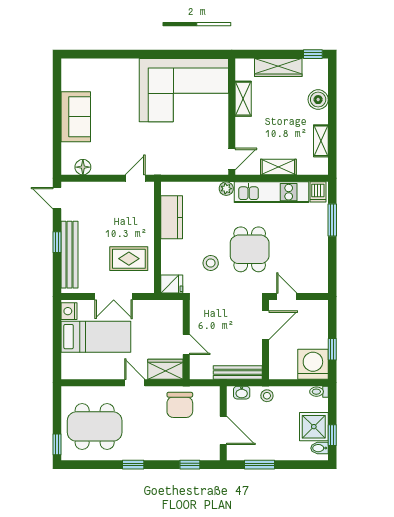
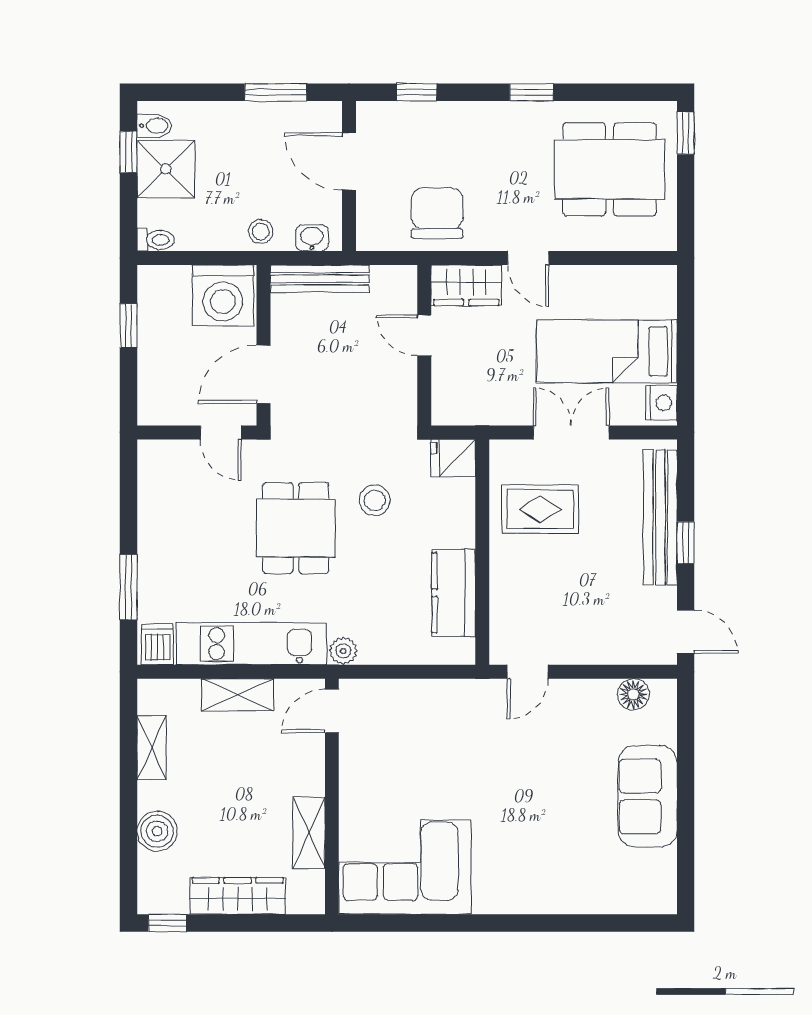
corner sofa: (184, 90) -> (405, 867), width x0.73, depth x0.74
washing machine: (313, 364) -> (223, 295), moved

